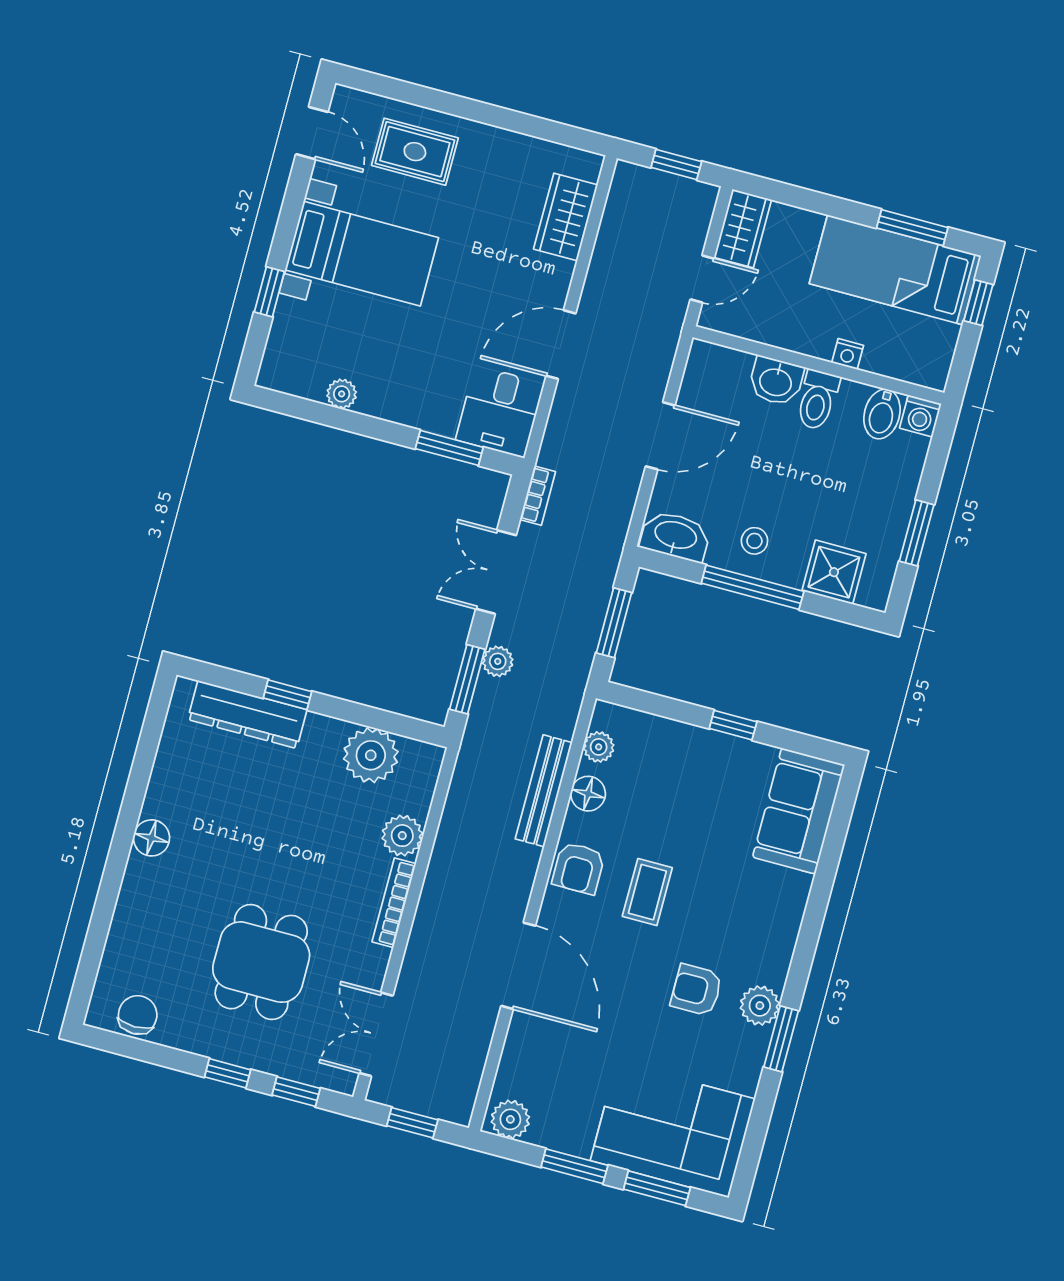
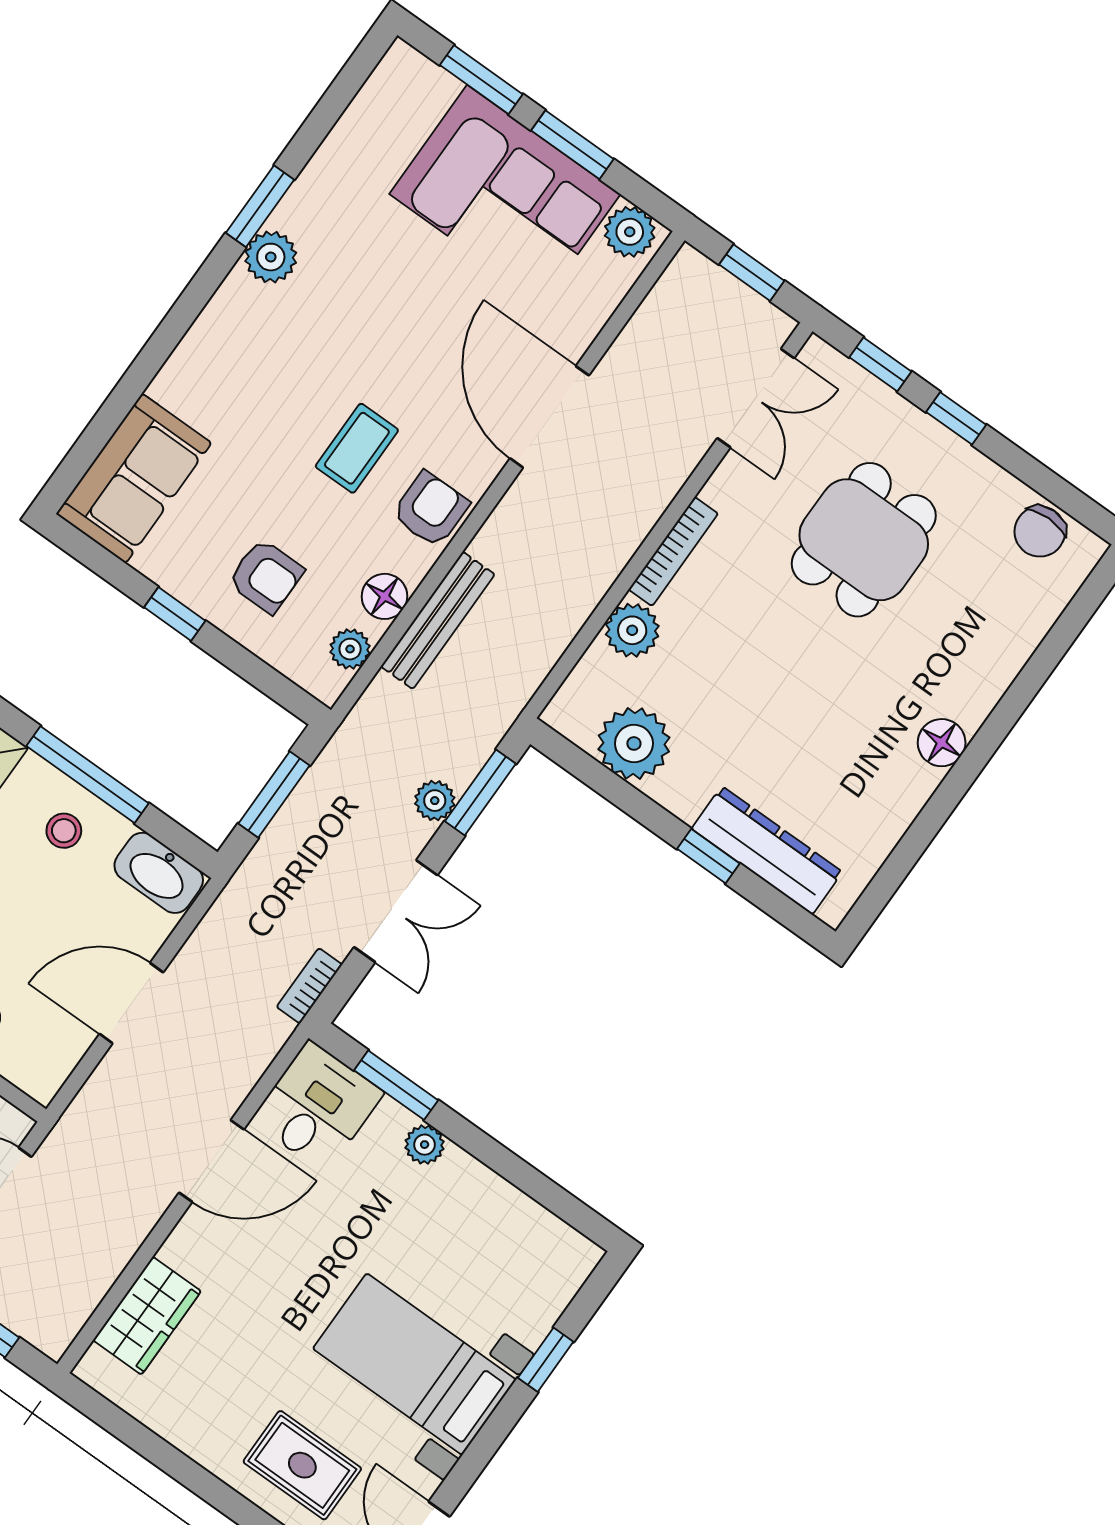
plant: (342, 394) -> (425, 1145), moved
armchair: (696, 990) -> (266, 576), moved
corner sofa: (673, 1130) -> (505, 194), moved

